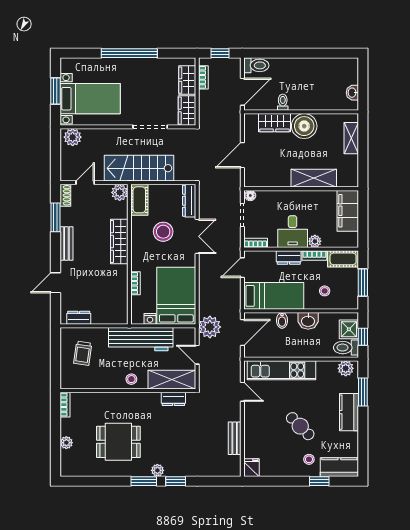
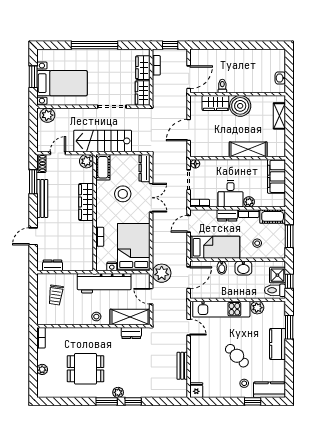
toilet: (256, 65) -> (200, 55), removed
bench: (66, 243) -> (42, 198), width x1.36
plant: (346, 368) -> (257, 308), moved

